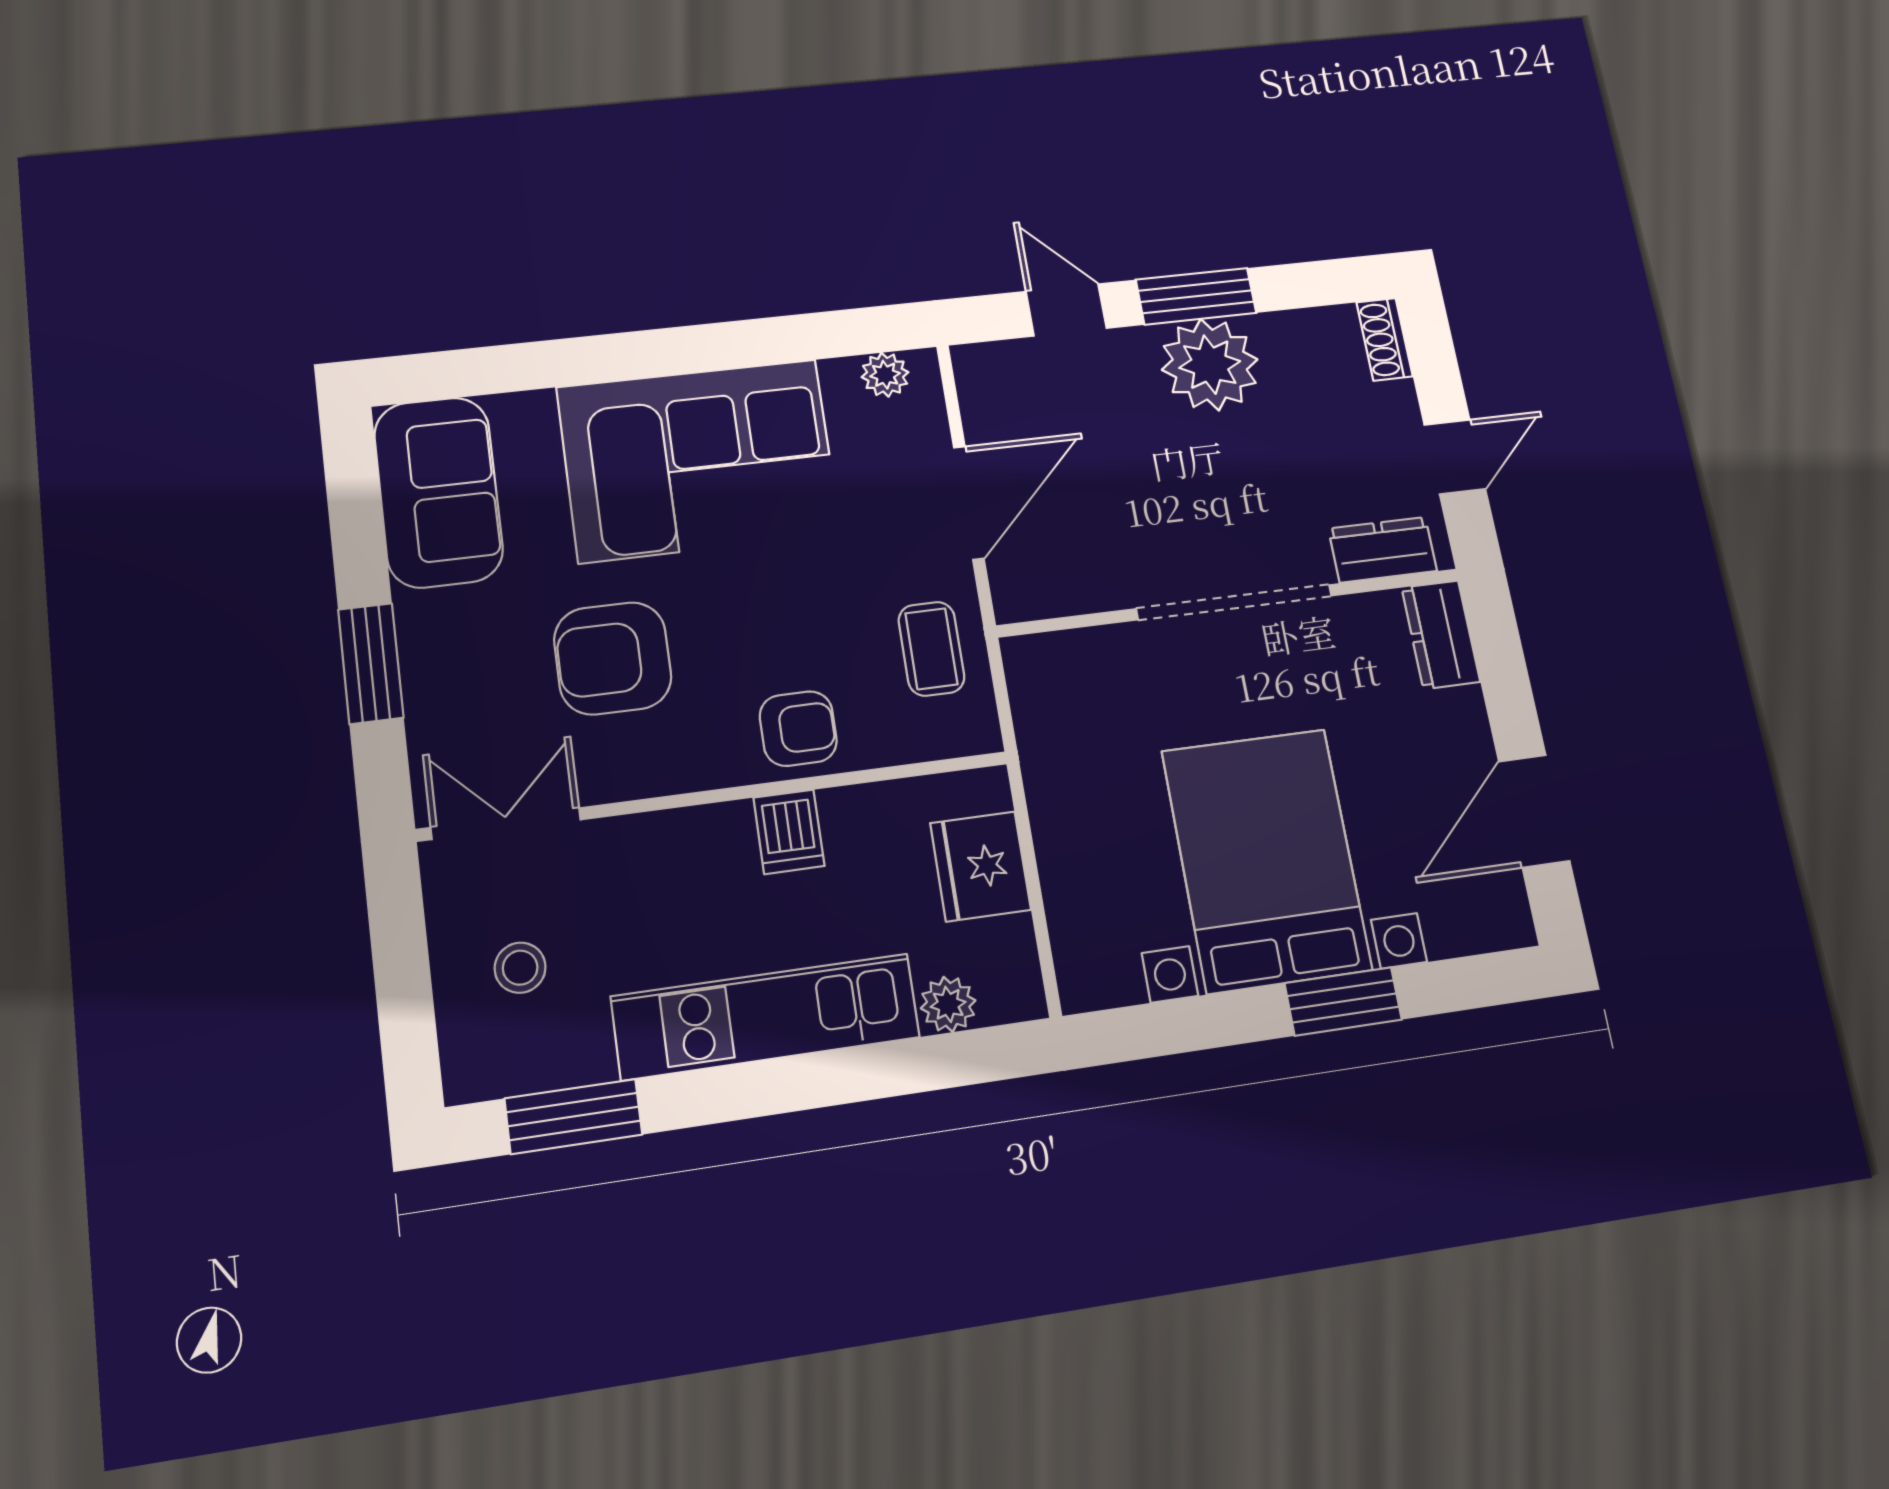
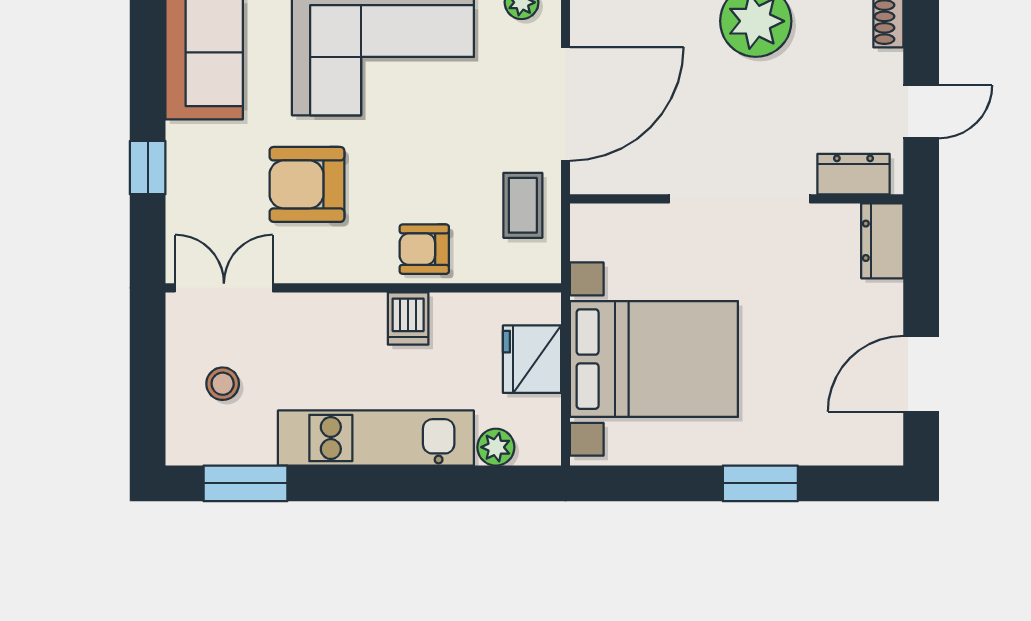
door: (969, 503) -> (565, 104), width x1.36
window: (371, 663) -> (148, 168), width x0.67
armchair: (798, 729) -> (424, 249), turned 180
bed with nightstands: (1266, 860) -> (654, 359), moved, turned 90

